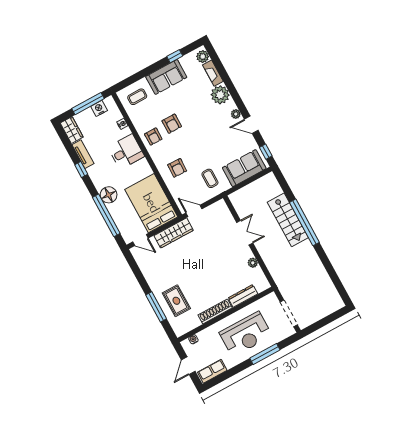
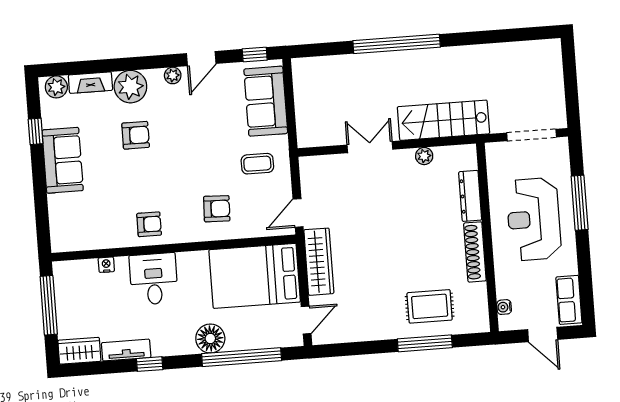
coffee table: (137, 97) -> (73, 221), removed
nightstand: (99, 108) -> (65, 291), removed
armchair: (172, 124) -> (136, 135), moved
stairs: (288, 220) -> (443, 120), moved, turned 180
reception desk: (246, 334) -> (534, 219), turned 180

